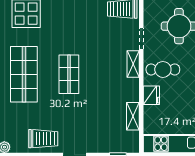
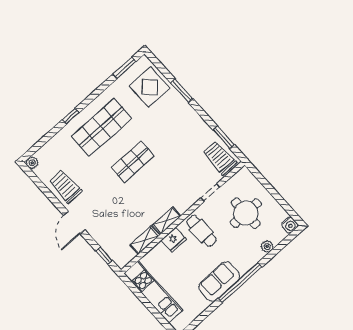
shelving: (133, 64) -> (167, 221), moved
trolley: (43, 139) -> (65, 187), turned 180

